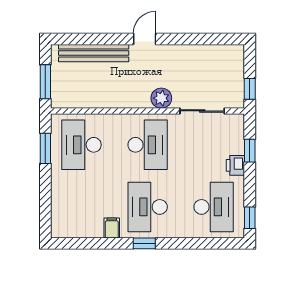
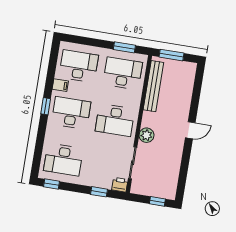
door: (145, 39) -> (190, 130), hinge flipped
bench: (94, 53) -> (153, 86), moved
window: (250, 89) -> (157, 201), moved
printer: (235, 165) -> (120, 185), moved
desk: (82, 207) -> (79, 66), added

